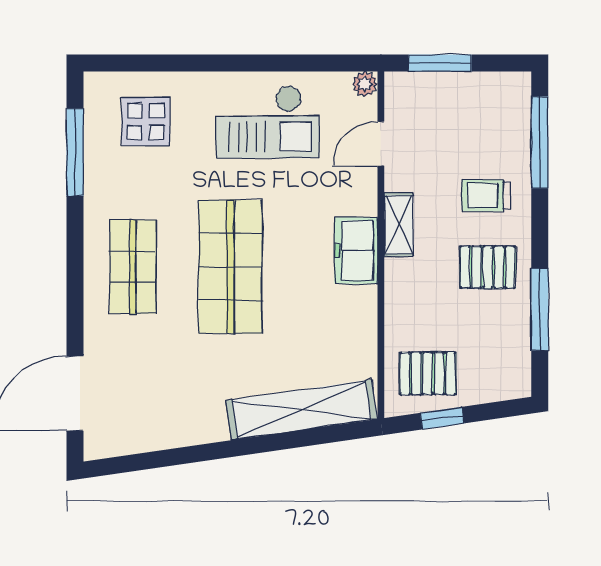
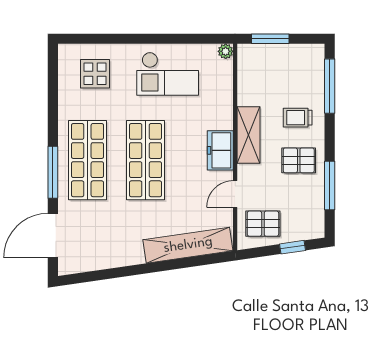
door: (381, 144) -> (235, 194), moved
window: (75, 152) -> (53, 172), moved
shelving: (399, 225) -> (248, 135), width x1.50, depth x1.33
shop shelf: (133, 267) -> (87, 160), width x1.43, depth x1.36
window: (442, 418) -> (293, 247), moved

